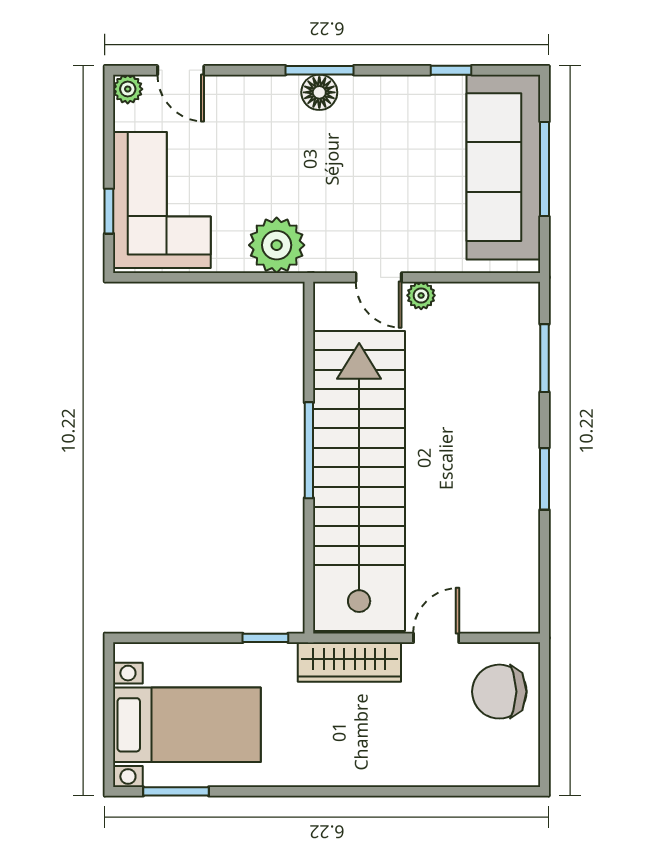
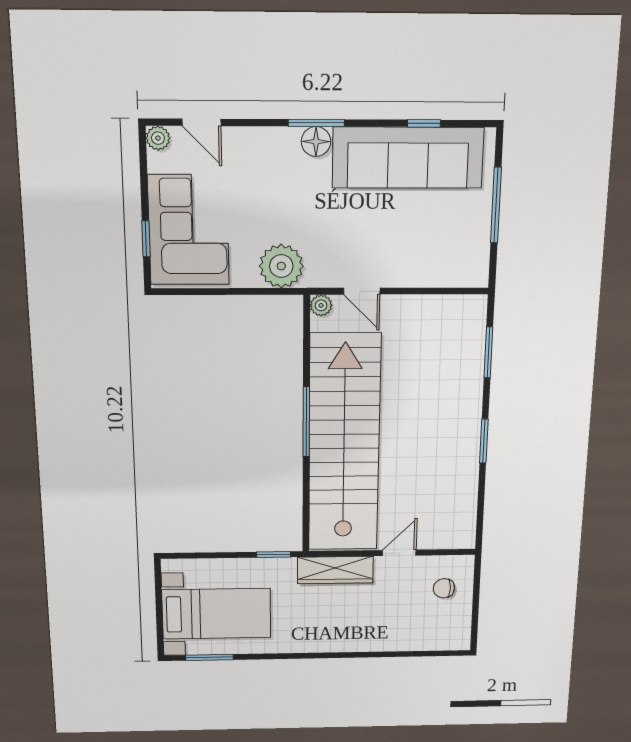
sofa: (503, 167) -> (408, 158), moved, turned -90
plant: (421, 295) -> (321, 305), moved
chair: (499, 692) -> (444, 588), width x0.54, depth x0.54

